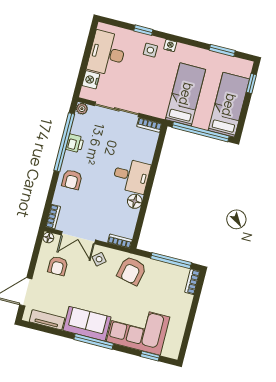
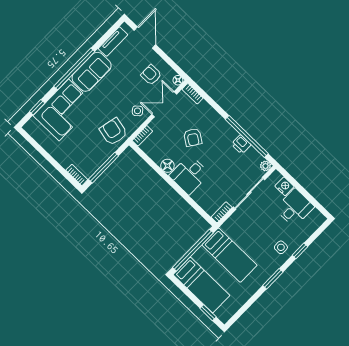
nightstand: (170, 46) -> (276, 265), removed
window: (222, 50) -> (273, 279), moved
desk: (107, 53) -> (295, 208), width x0.73
armchair: (72, 180) -> (193, 137), moved, turned -146
window: (94, 341) -> (74, 69), width x1.46

